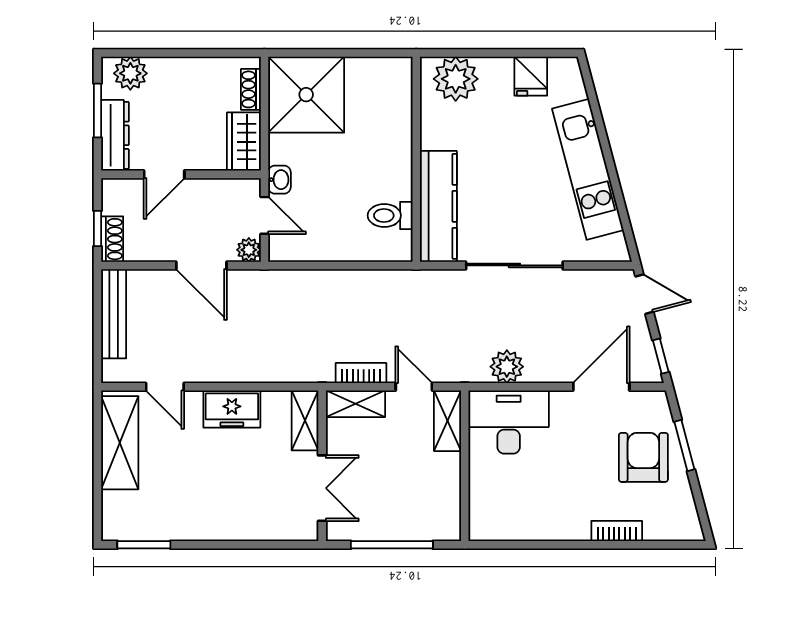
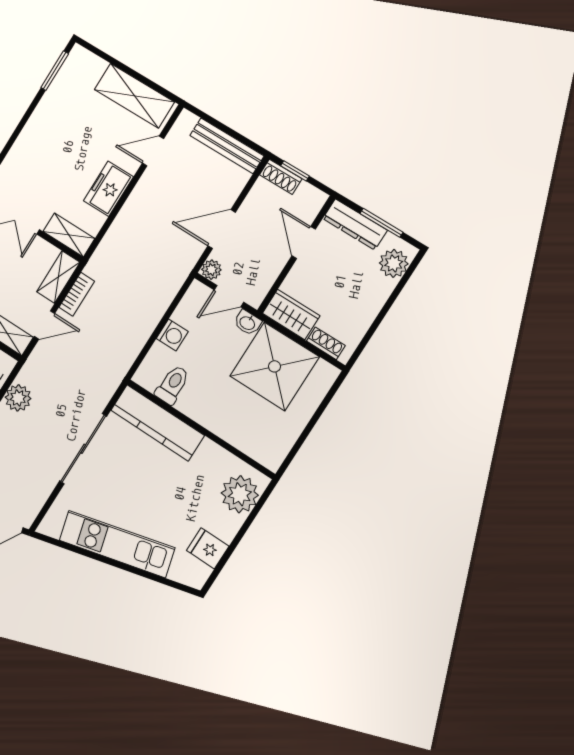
shower: (306, 95) -> (274, 366), moved
washing machine: (340, 248) -> (172, 335), added

